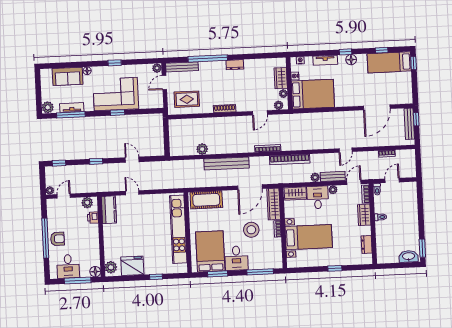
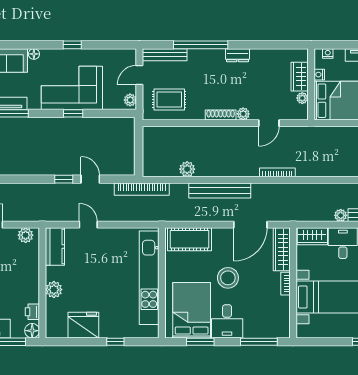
plant: (157, 68) -> (130, 100), moved
plant: (279, 105) -> (243, 114), moved
bookcase: (290, 159) -> (142, 189), moved
window: (96, 161) -> (64, 179), moved
printer: (93, 218) -> (32, 312), moved
stool: (251, 230) -> (228, 278), moved
plant: (111, 267) -> (54, 290), moved

